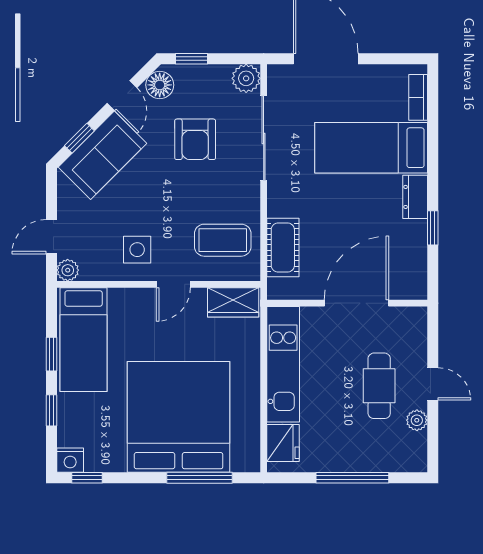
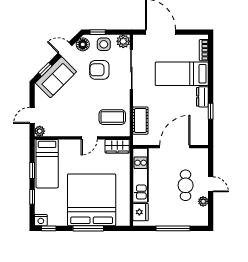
door: (122, 96) -> (65, 49), swing flipped
armchair: (195, 139) -> (99, 70), turned 90
side table: (137, 250) -> (104, 44), moved
window: (199, 478) -> (88, 228), moved

